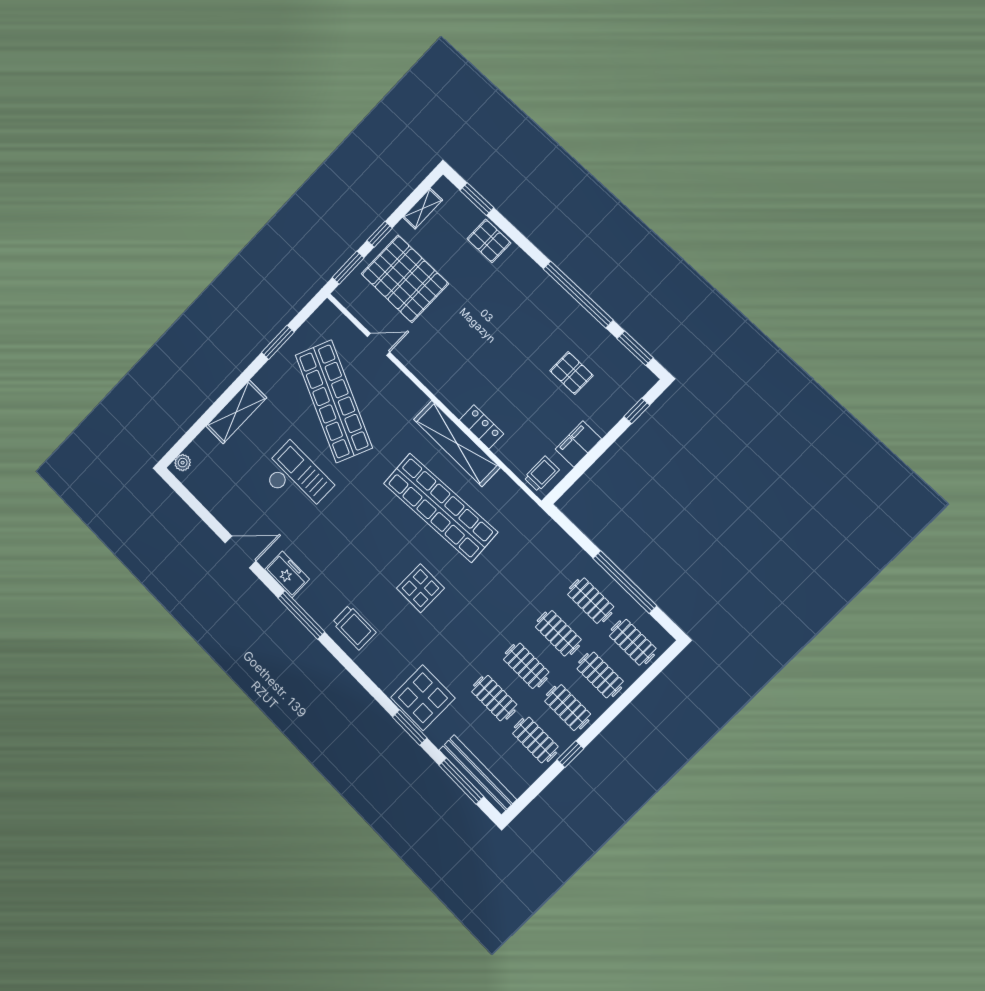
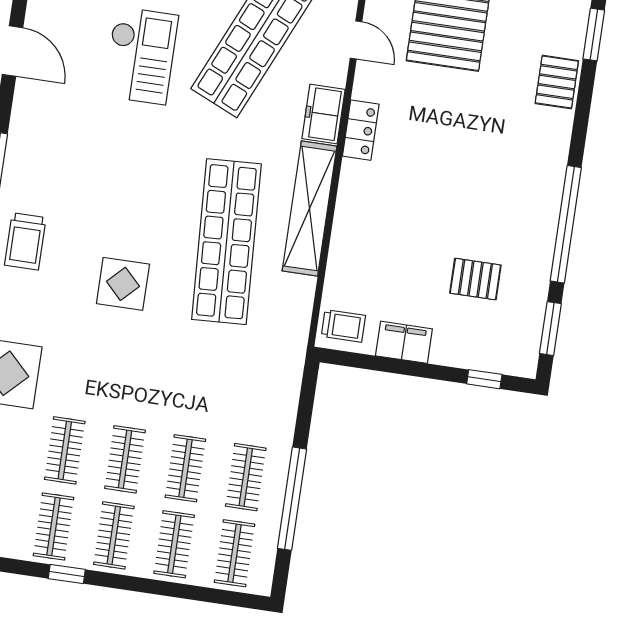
pallet: (571, 373) -> (475, 279), turned 90
locker: (481, 427) -> (361, 130), moved
freezer: (287, 574) -> (324, 114), moved, turned 180

